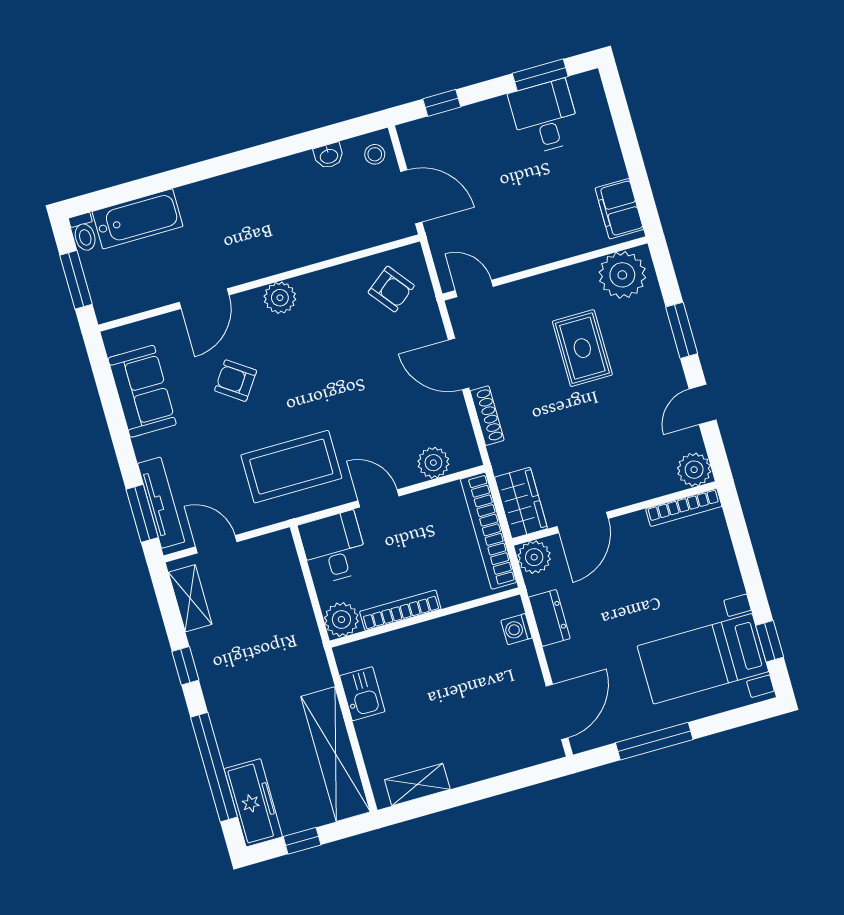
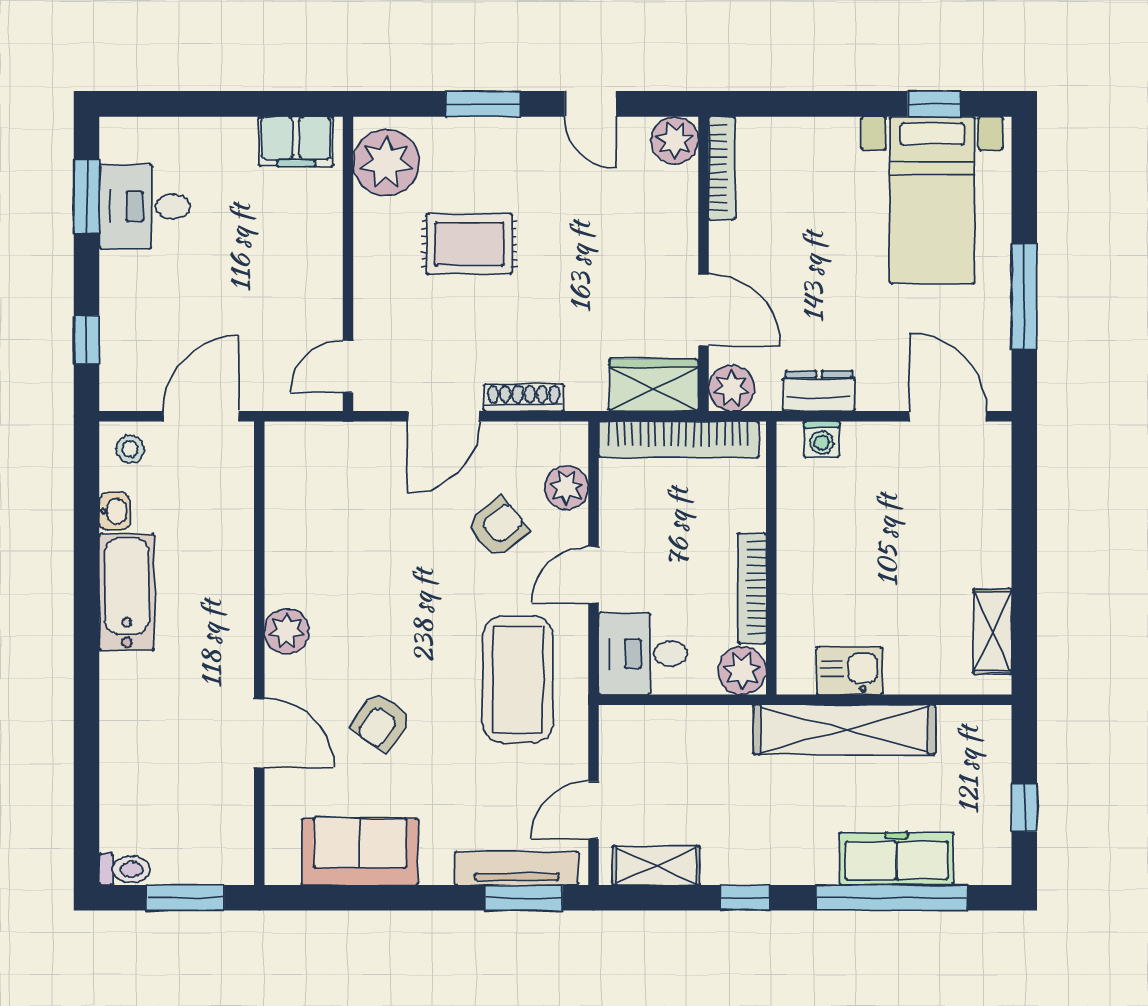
bathtub: (138, 219) -> (127, 592), moved
armchair: (391, 289) -> (498, 527), moved
shelving: (336, 754) -> (844, 730), moved
freezer: (253, 803) -> (896, 859), moved

